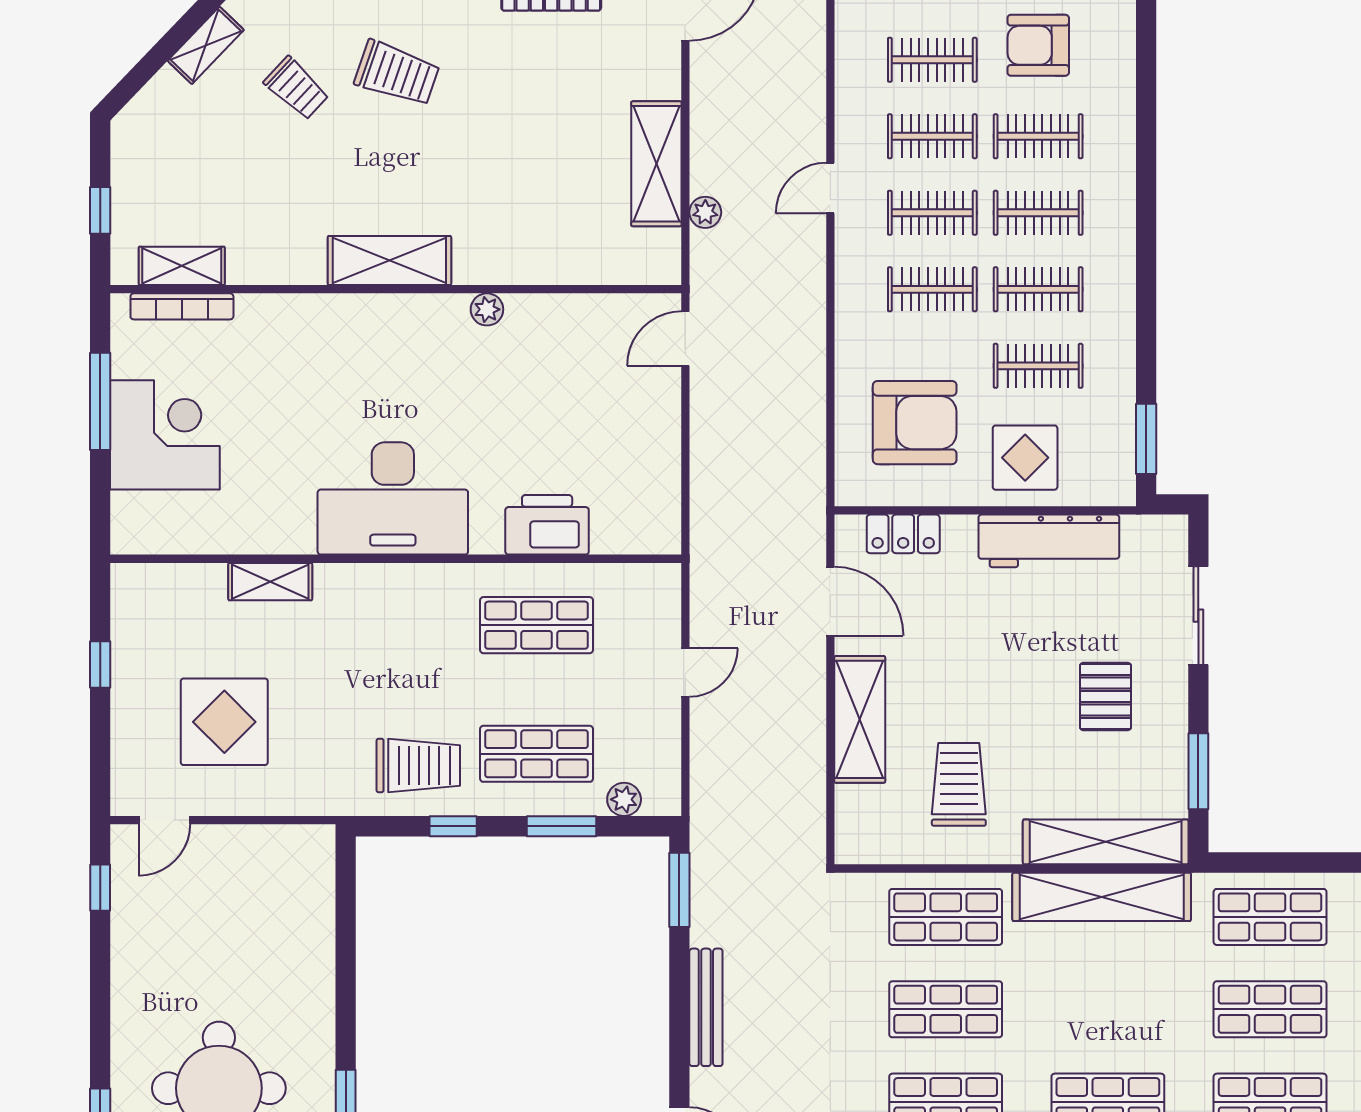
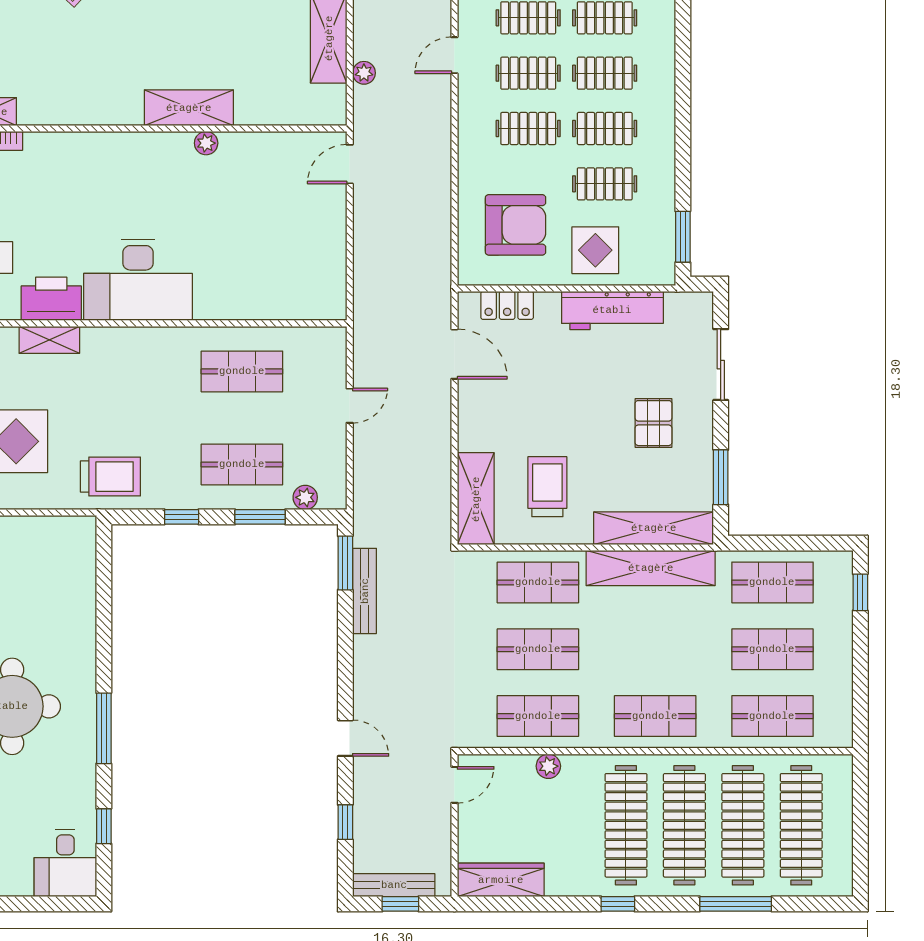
shelving: (389, 261) -> (189, 108), moved
printer: (547, 525) -> (51, 299), moved
shelving: (860, 719) -> (476, 499), moved
trolley: (418, 765) -> (110, 477), moved
bench: (706, 1007) -> (365, 591), moved

